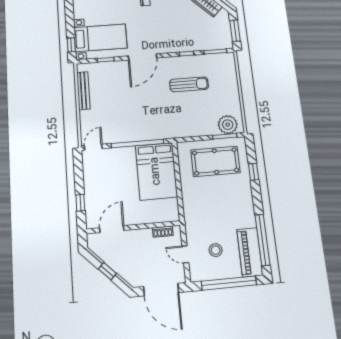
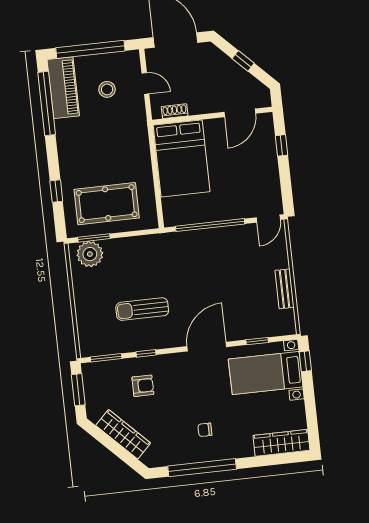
armchair: (189, 32) -> (143, 386), added
bench: (83, 91) -> (285, 289), width x0.73
bed: (156, 171) -> (182, 158), moved, turned 180

